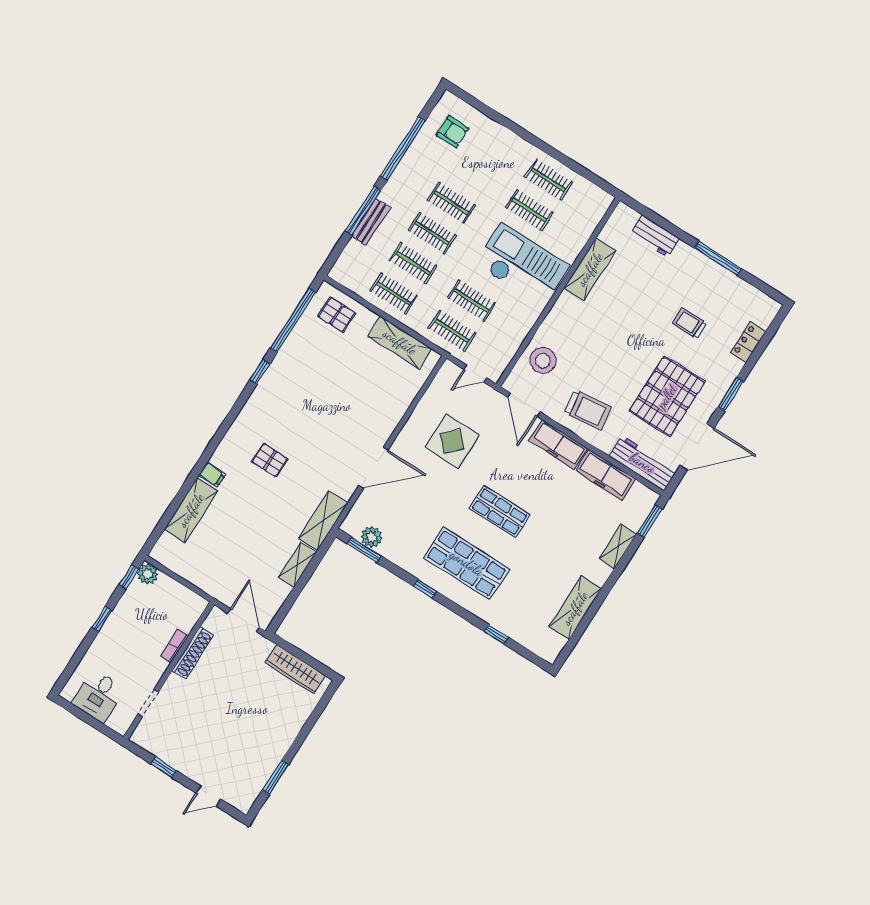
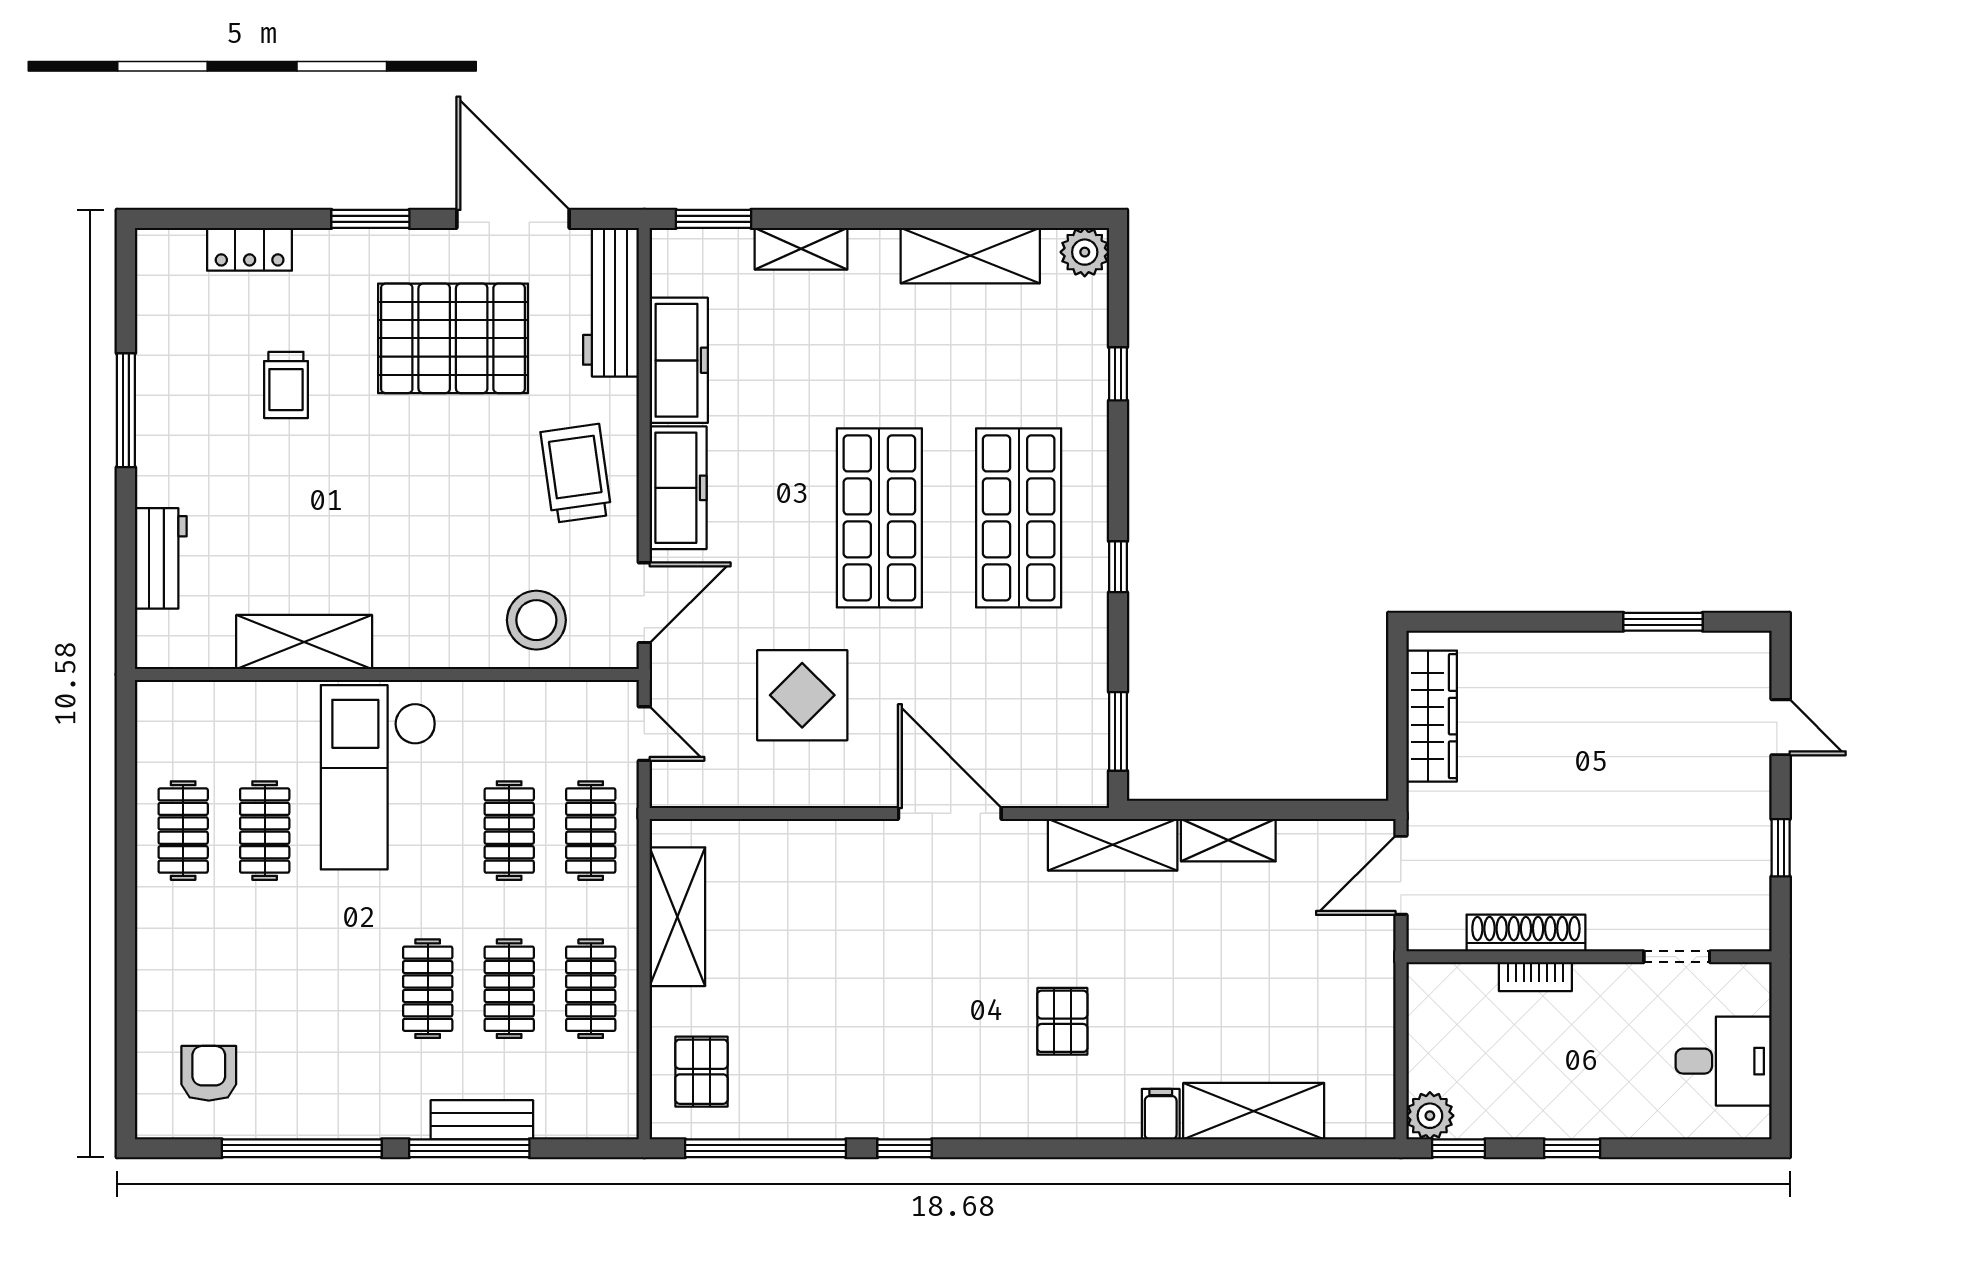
clothes rail: (451, 203) -> (346, 989), removed
shop shelf: (500, 512) -> (879, 518), width x1.43, depth x1.36
plant: (372, 537) -> (1085, 252), moved

